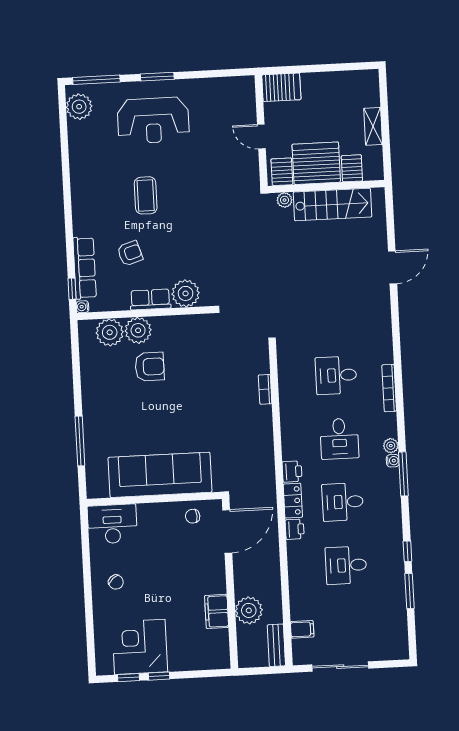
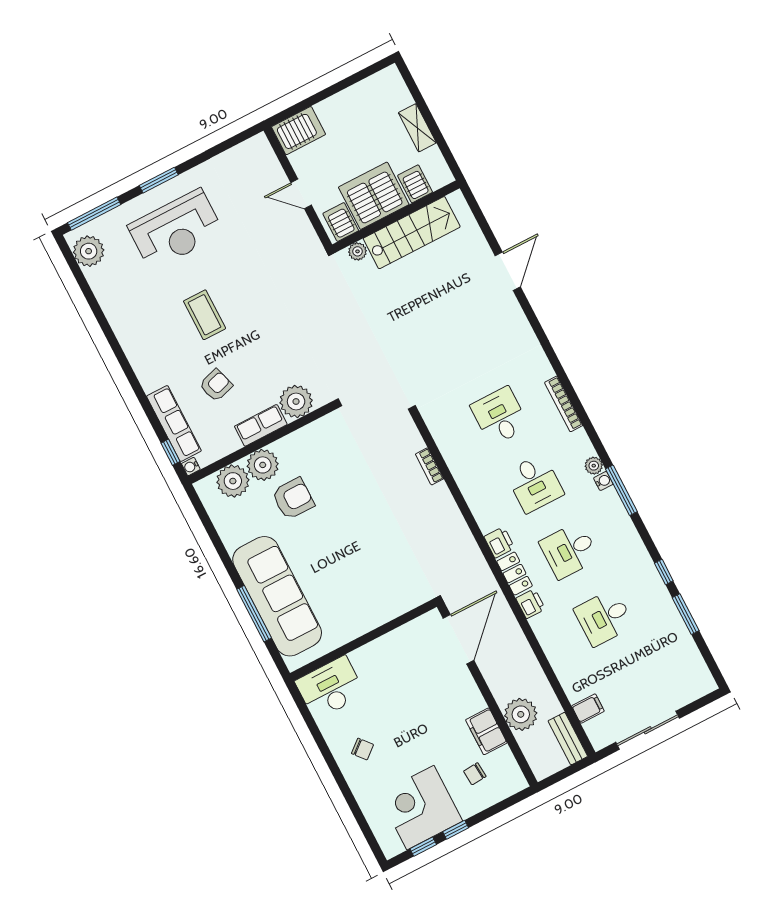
desk: (336, 375) -> (500, 416), turned 90
sofa: (160, 475) -> (277, 596), moved, turned 90
chair: (193, 516) -> (475, 774), moved

